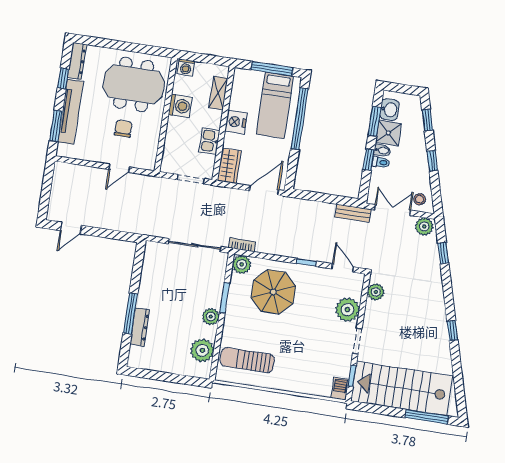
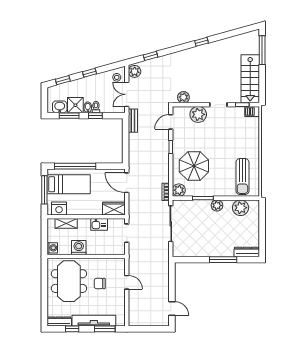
nightstand: (236, 122) -> (59, 209), moved
dresser: (140, 327) -> (247, 252), moved
stairs: (401, 388) -> (250, 79), width x0.73, depth x0.66

